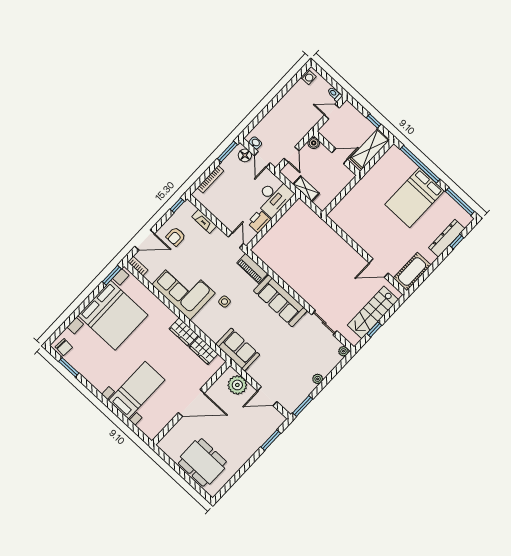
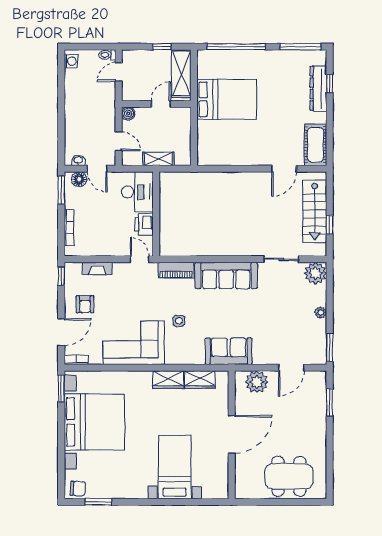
bed: (415, 198) -> (227, 99), moved, turned -90
plant: (343, 351) -> (315, 273), width x1.88, depth x1.88

